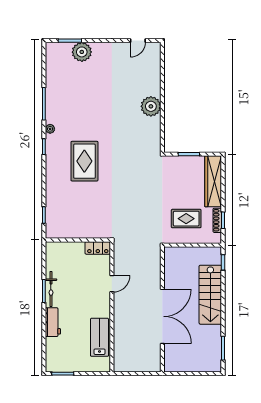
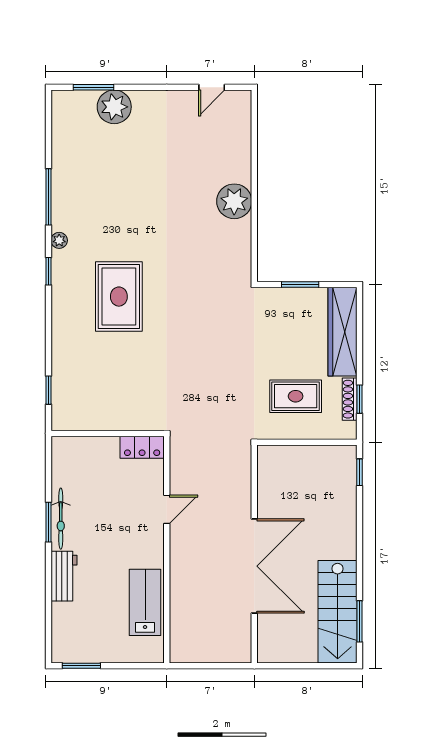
stairs: (210, 295) -> (338, 612), moved

